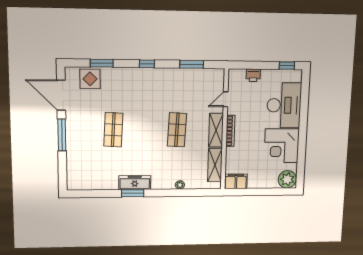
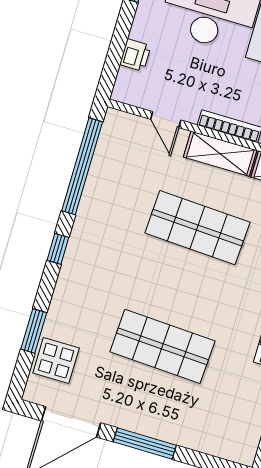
window: (192, 64) -> (82, 166), width x2.11
shop shelf: (113, 130) -> (162, 346), width x1.43, depth x1.36
shop shelf: (177, 130) -> (197, 228), width x1.43, depth x1.36

